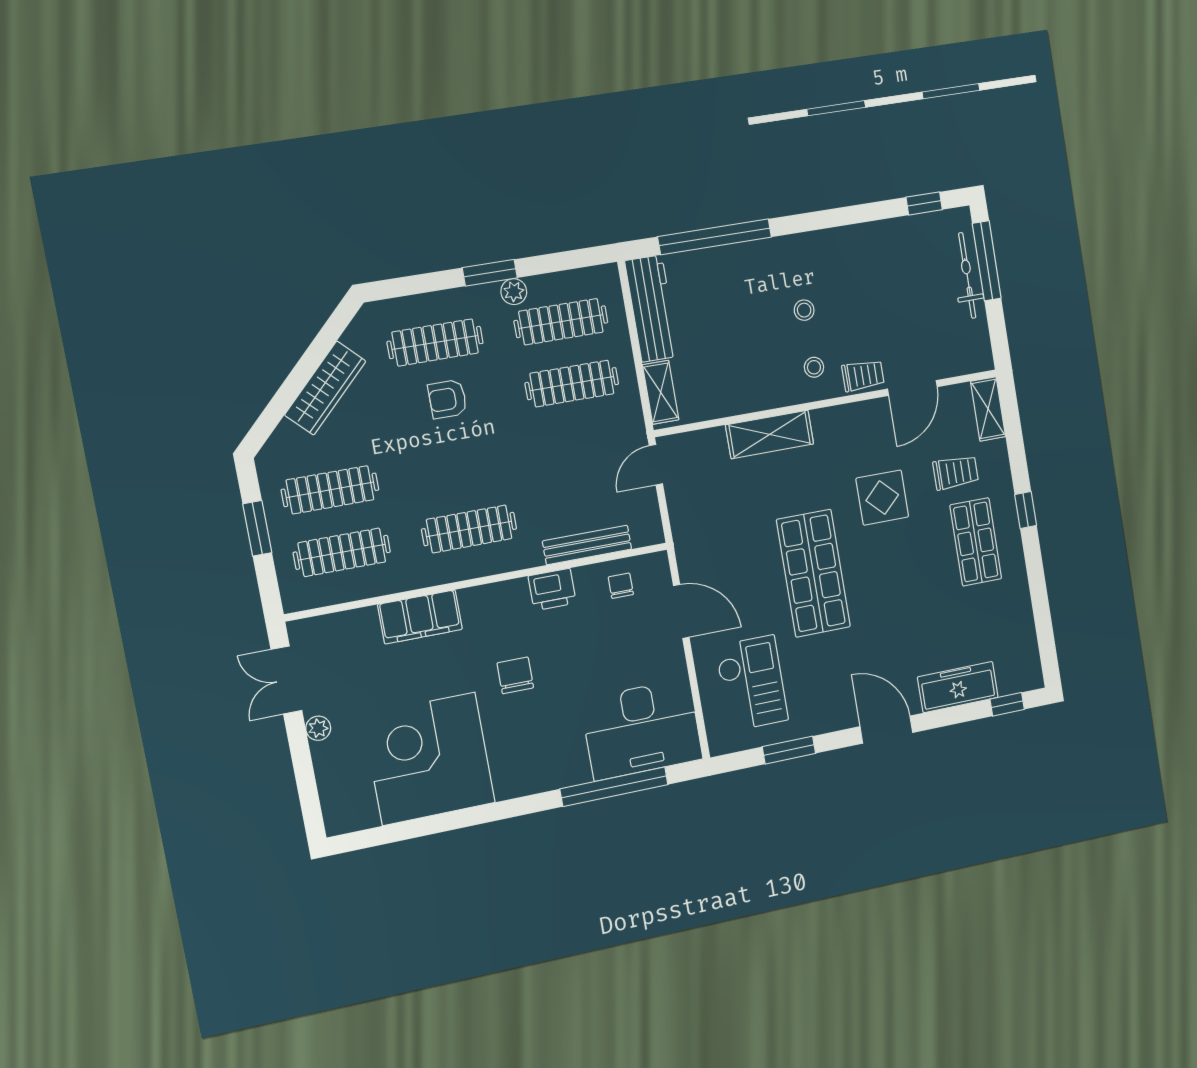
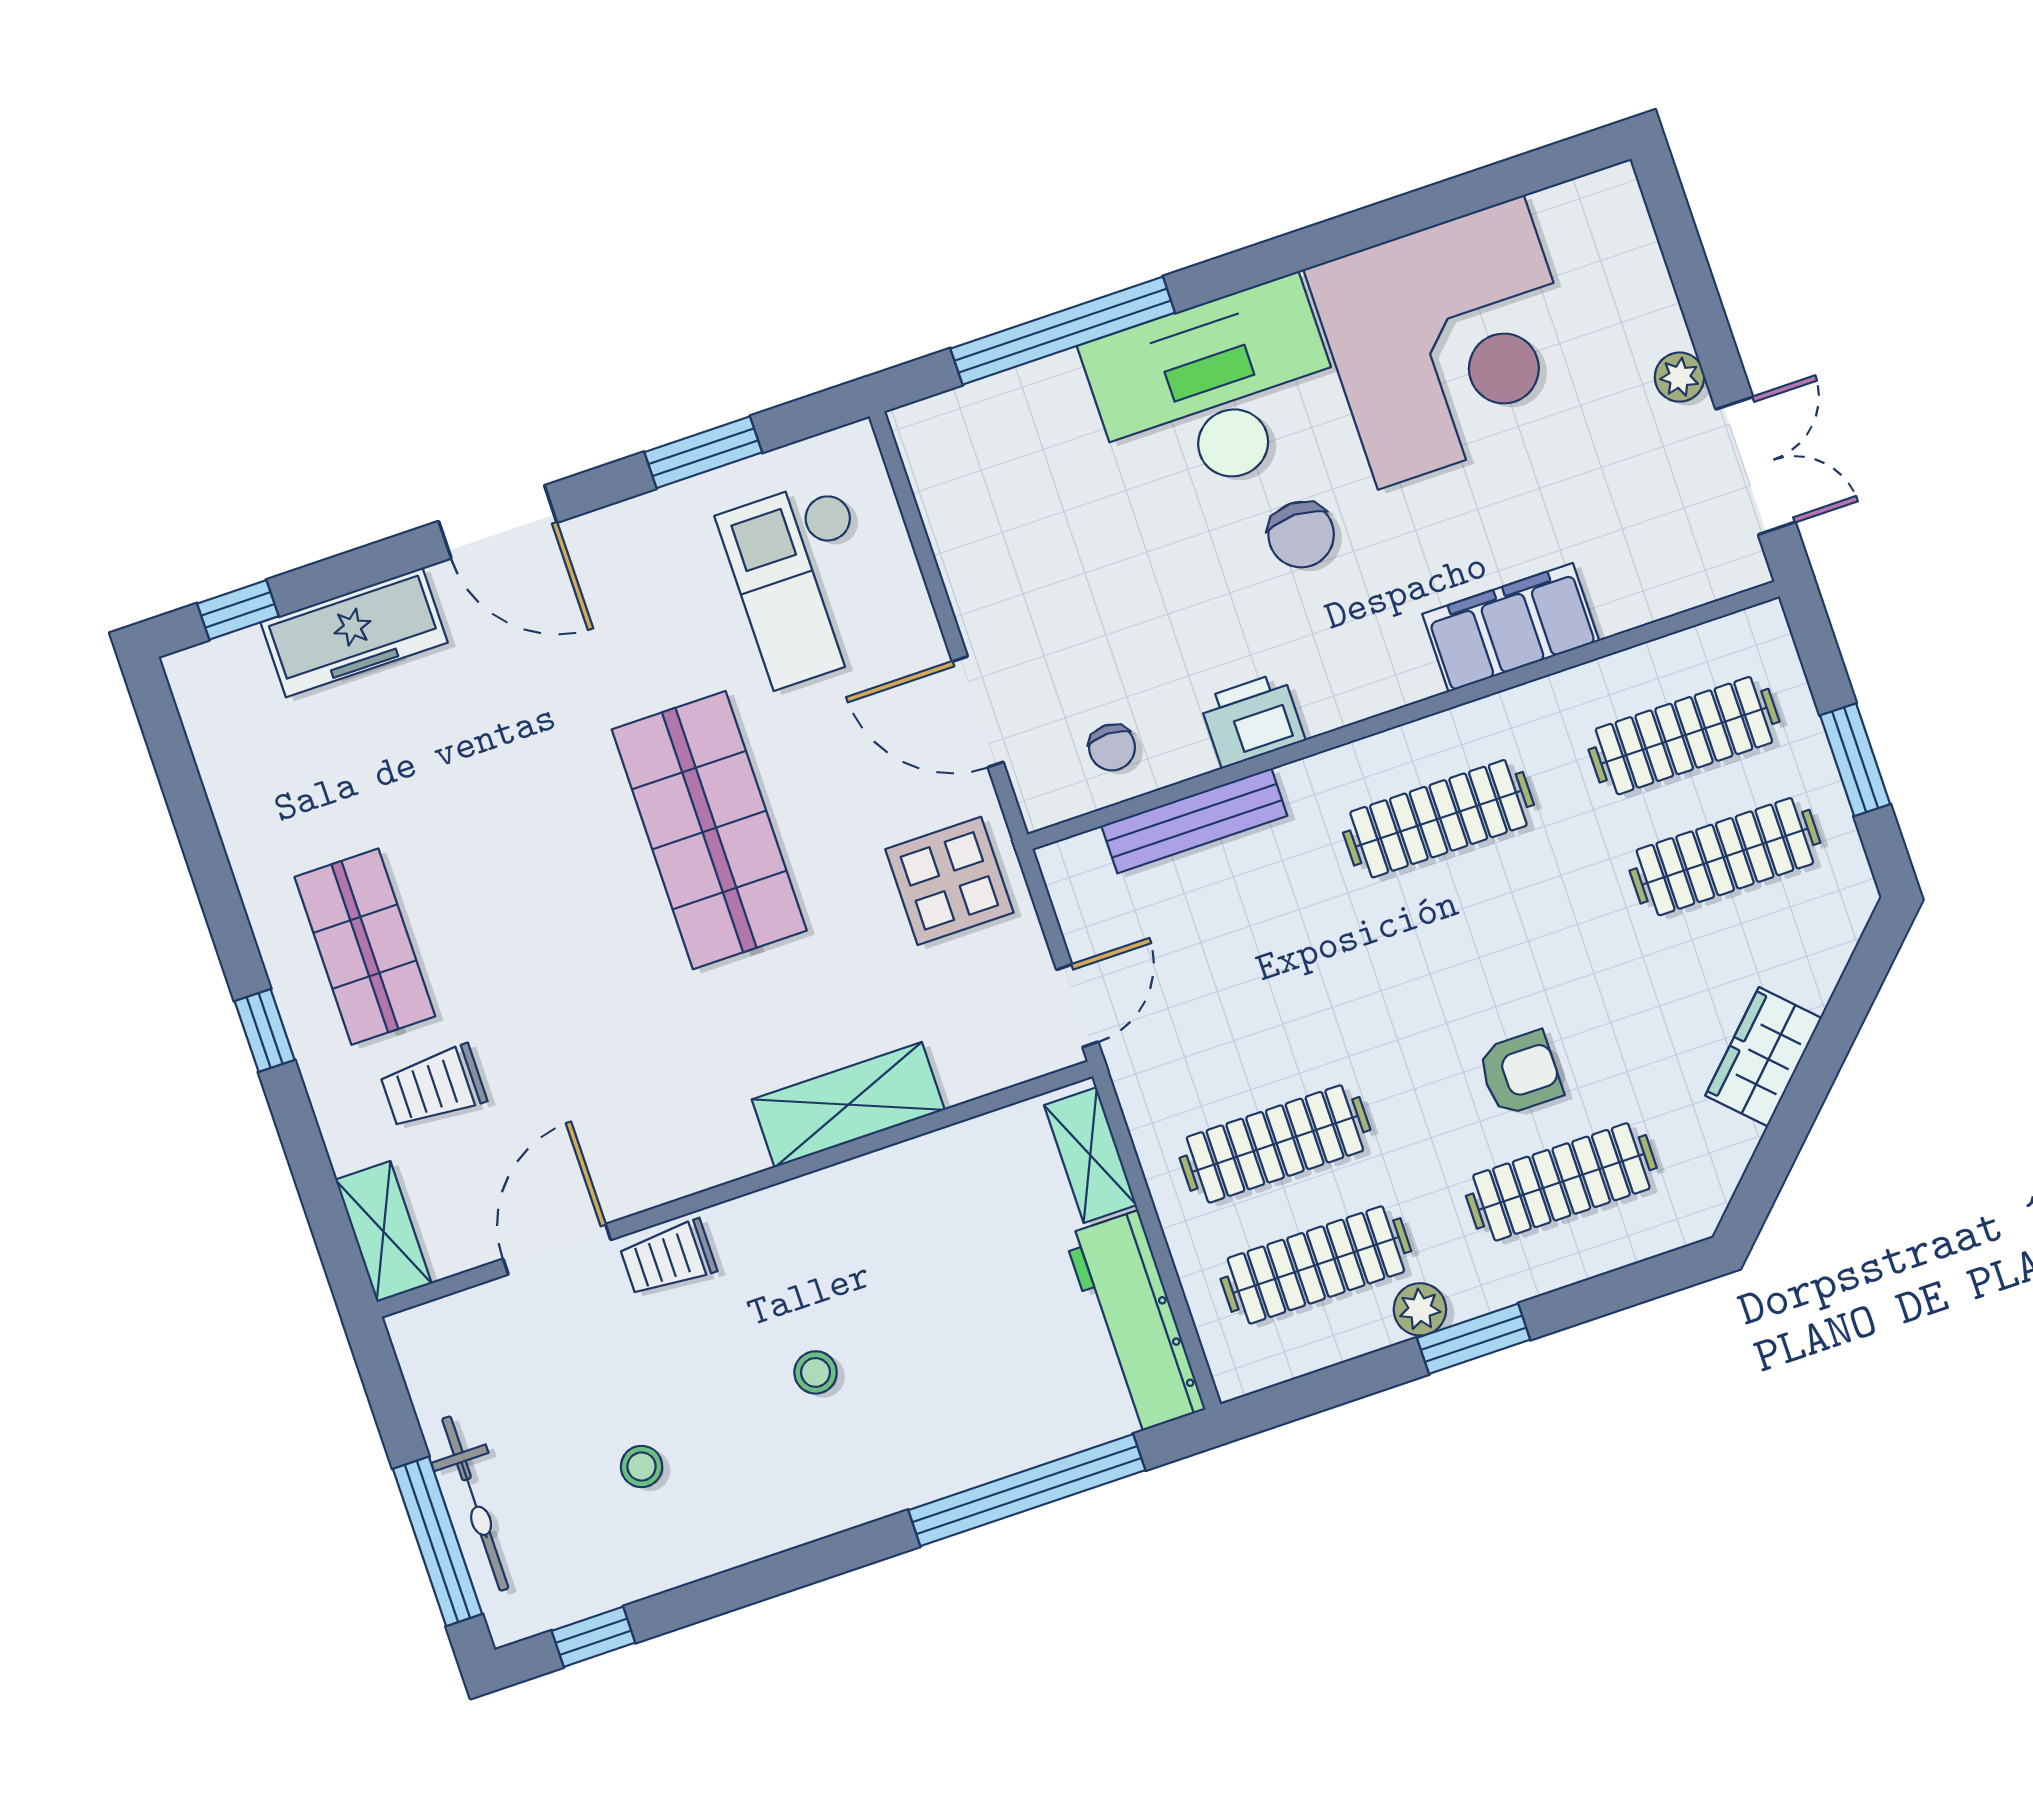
stool: (814, 367) -> (642, 1467), moved
wardrobe: (325, 388) -> (1763, 1057), width x0.67
display table: (882, 498) -> (949, 881), moved
desk: (642, 729) -> (1216, 391), moved

